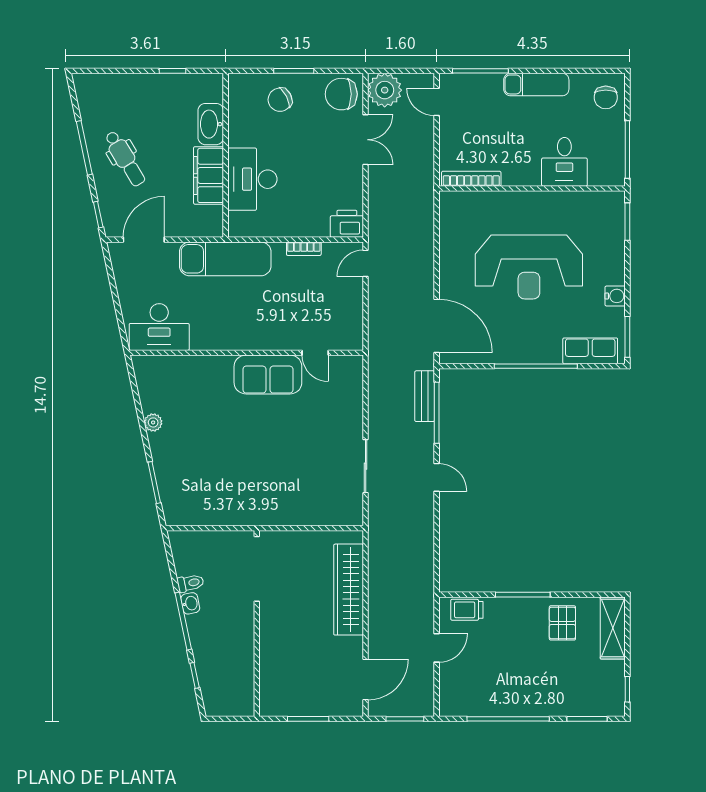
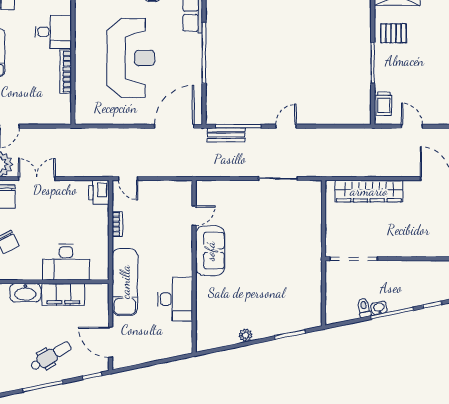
bookcase: (471, 179) -> (66, 72), moved
desk: (159, 327) -> (175, 299), moved

